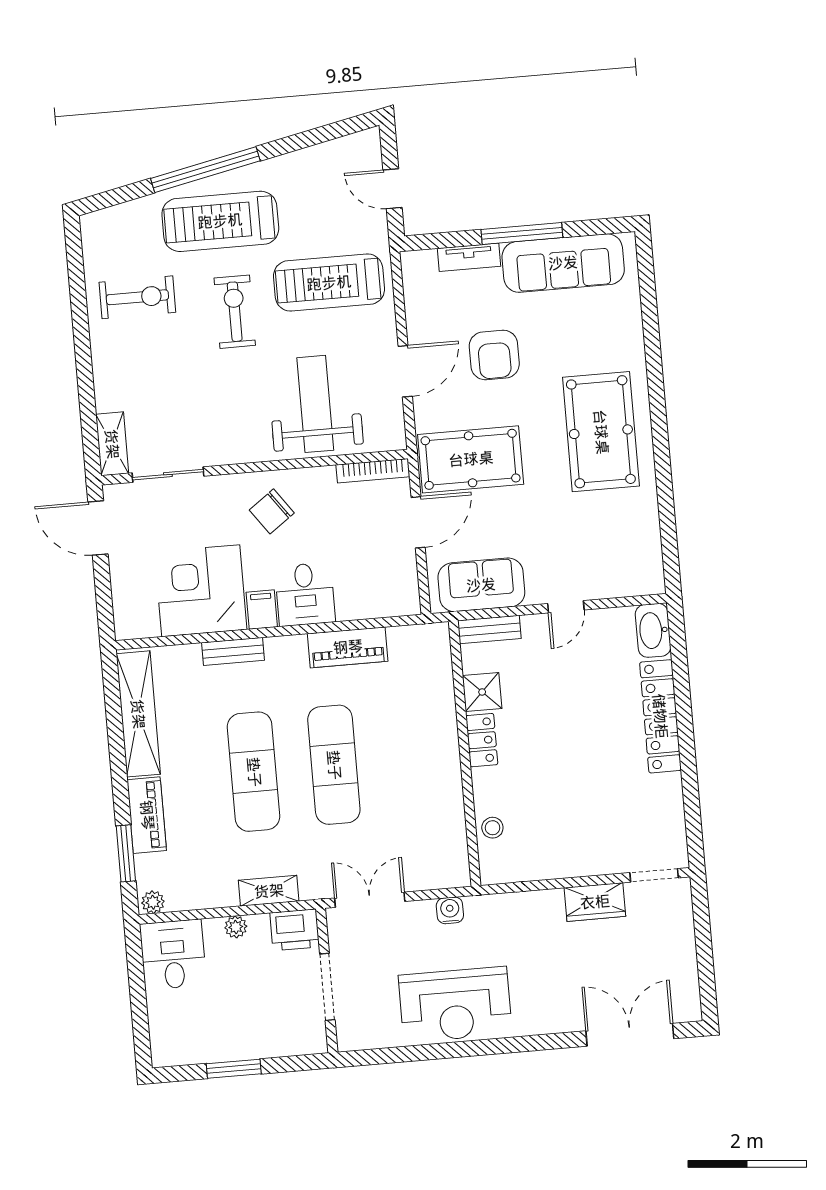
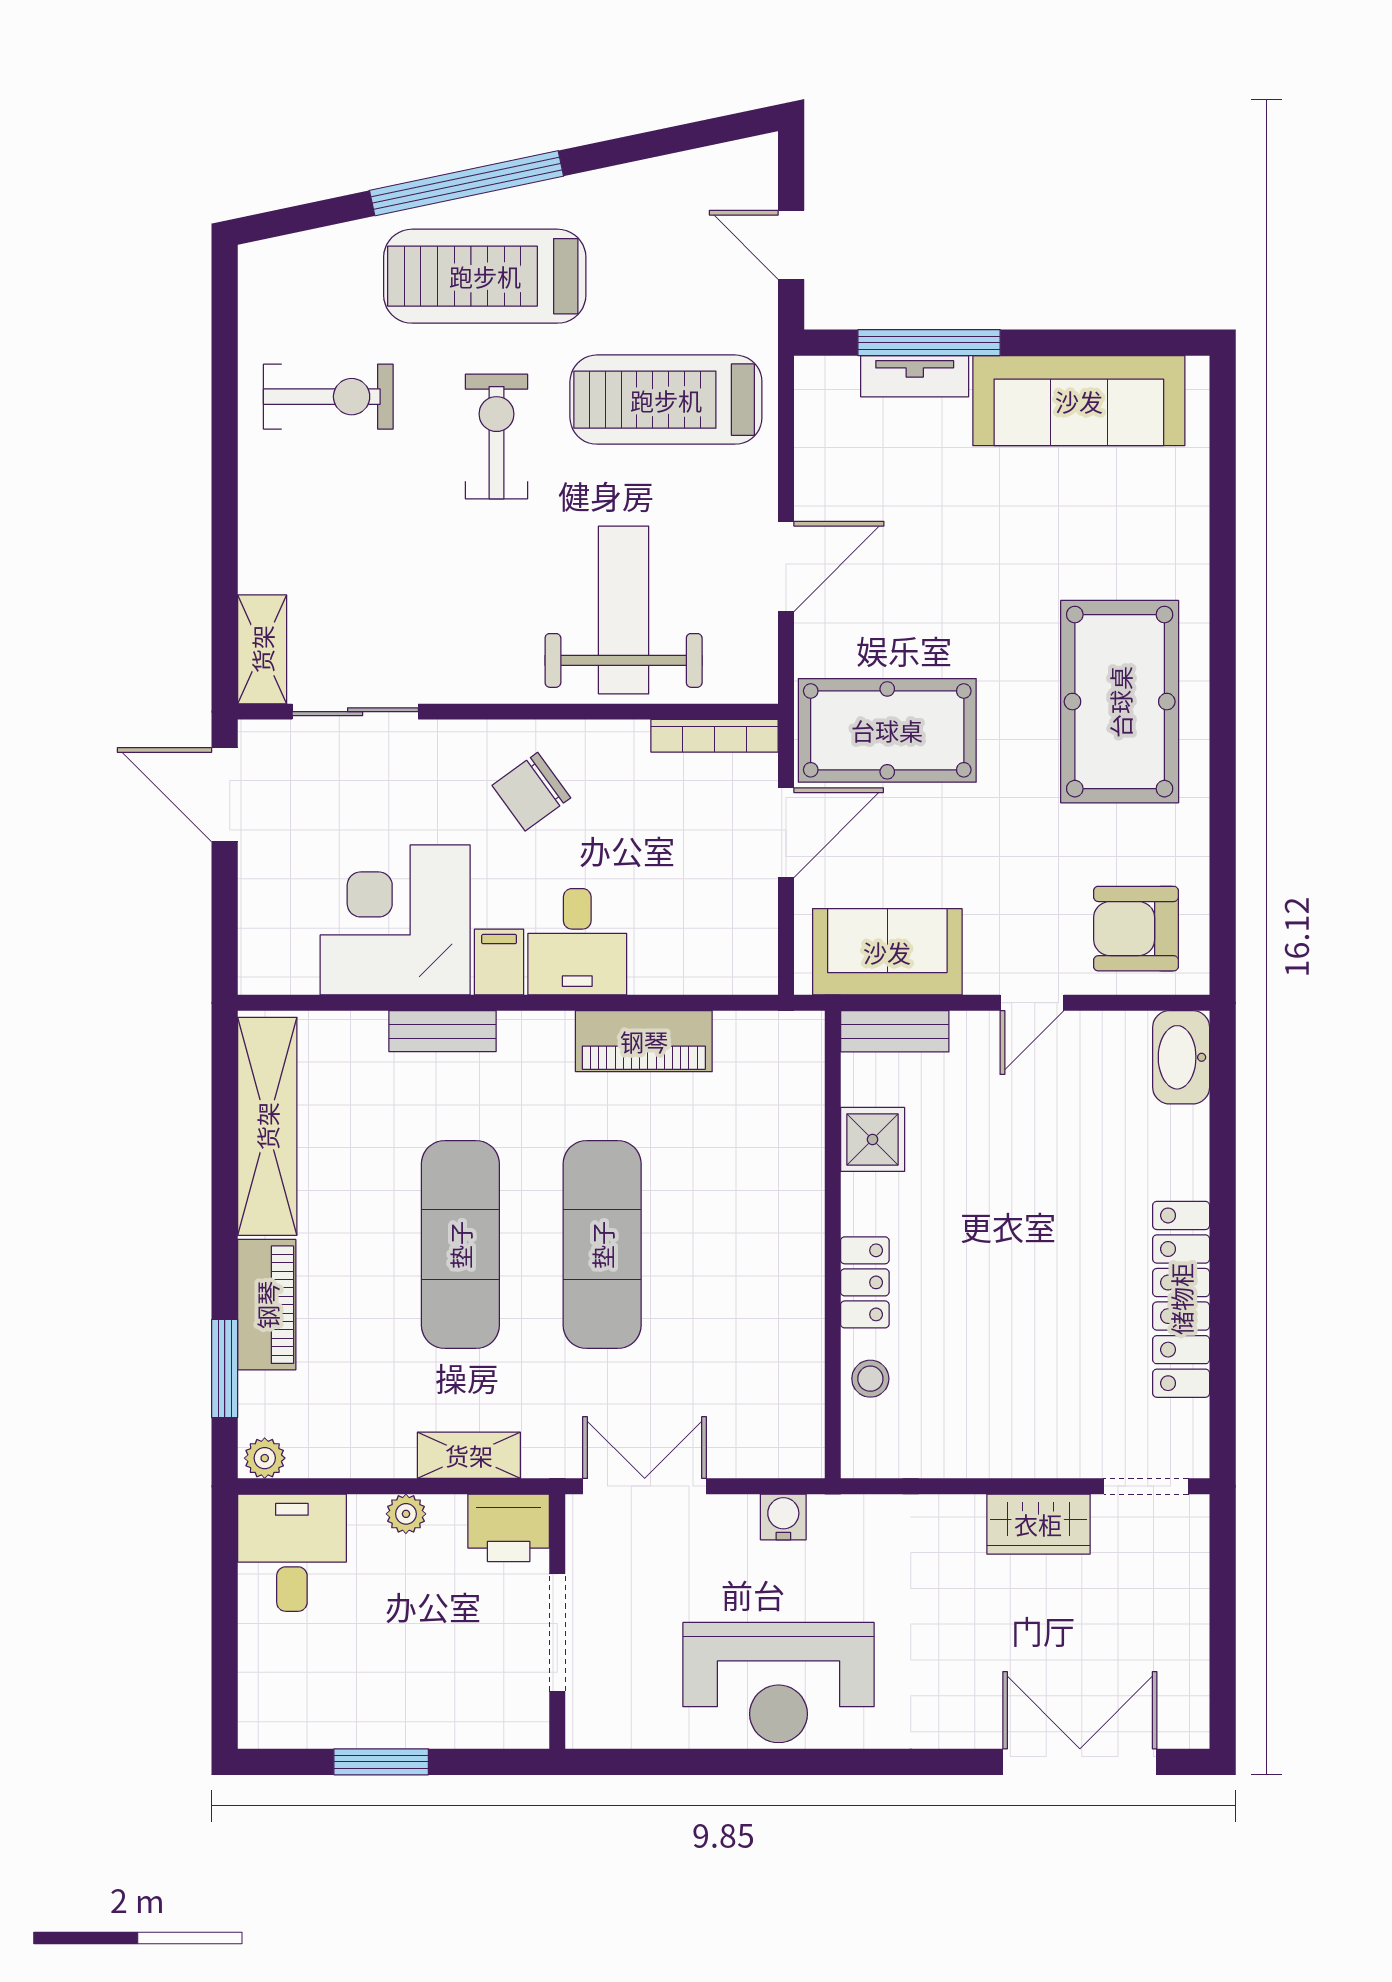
window: (522, 233) -> (929, 343), moved
armchair: (494, 355) -> (1136, 929), moved, turned 90
locker: (660, 716) -> (1181, 1299), moved
locker: (482, 740) -> (865, 1282), moved

